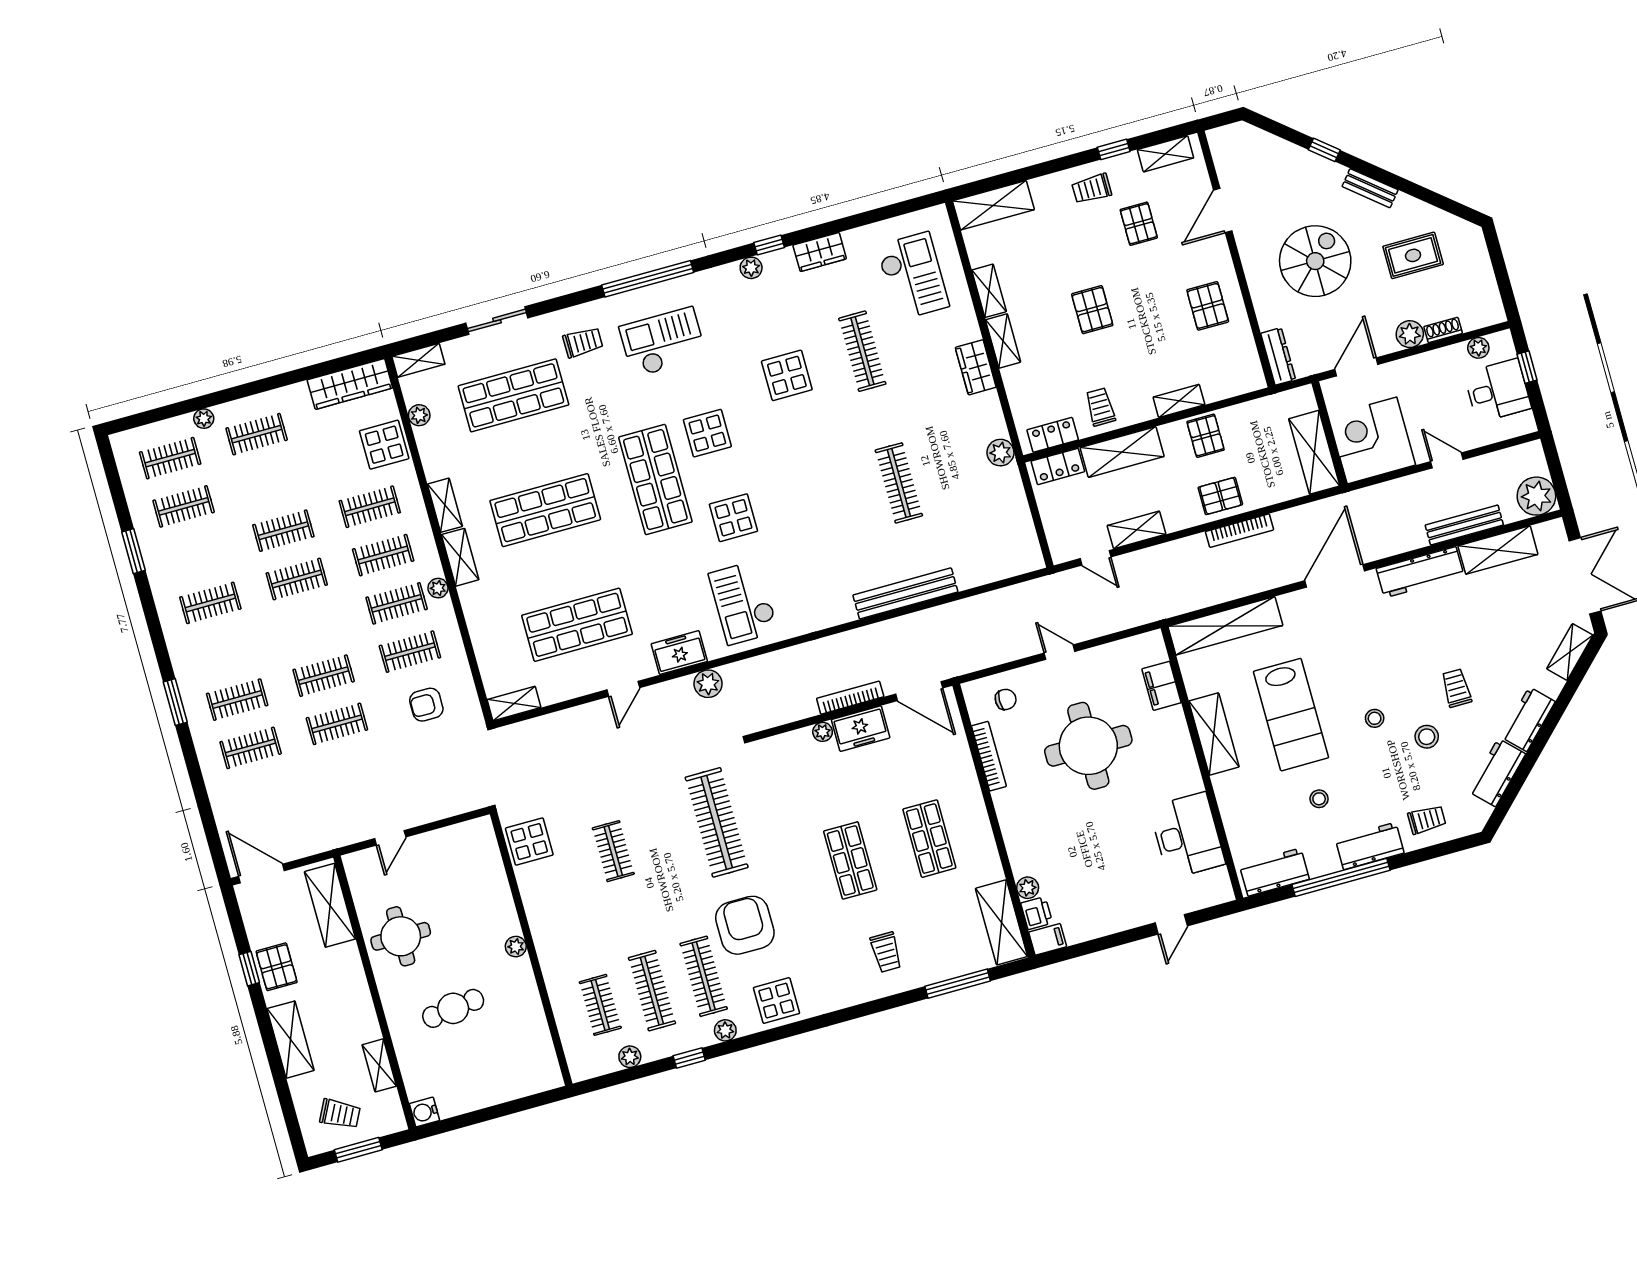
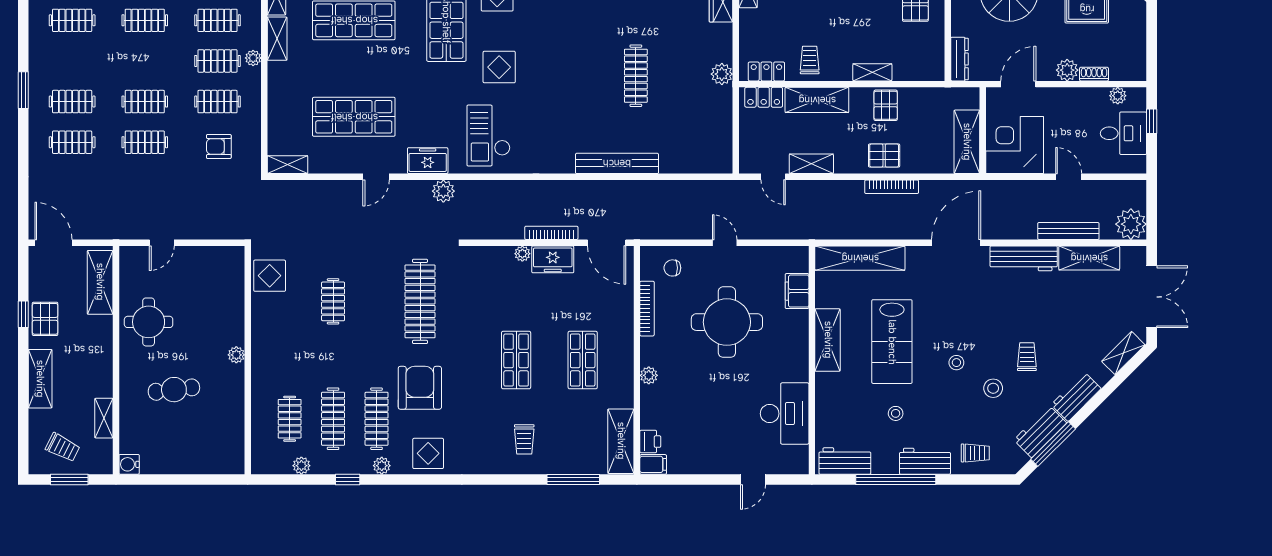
chair: (1006, 699) -> (672, 268), turned 180
window: (1516, 783) -> (1053, 444), added
plant: (1028, 888) -> (649, 375), moved

